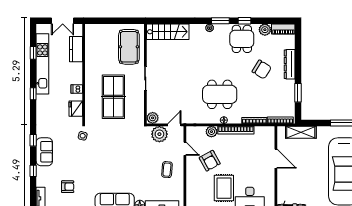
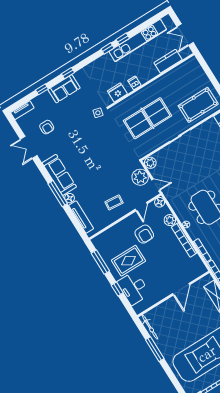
window: (33, 53) -> (123, 39), moved
floor lamp: (191, 131) -> (160, 202), added
armchair: (210, 161) -> (144, 234), turned -61

